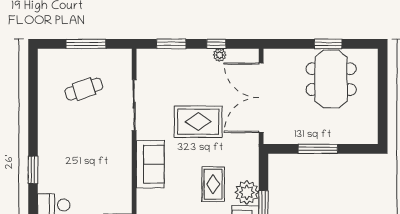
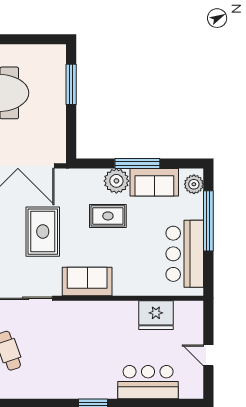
window: (318, 149) -> (71, 84), moved

